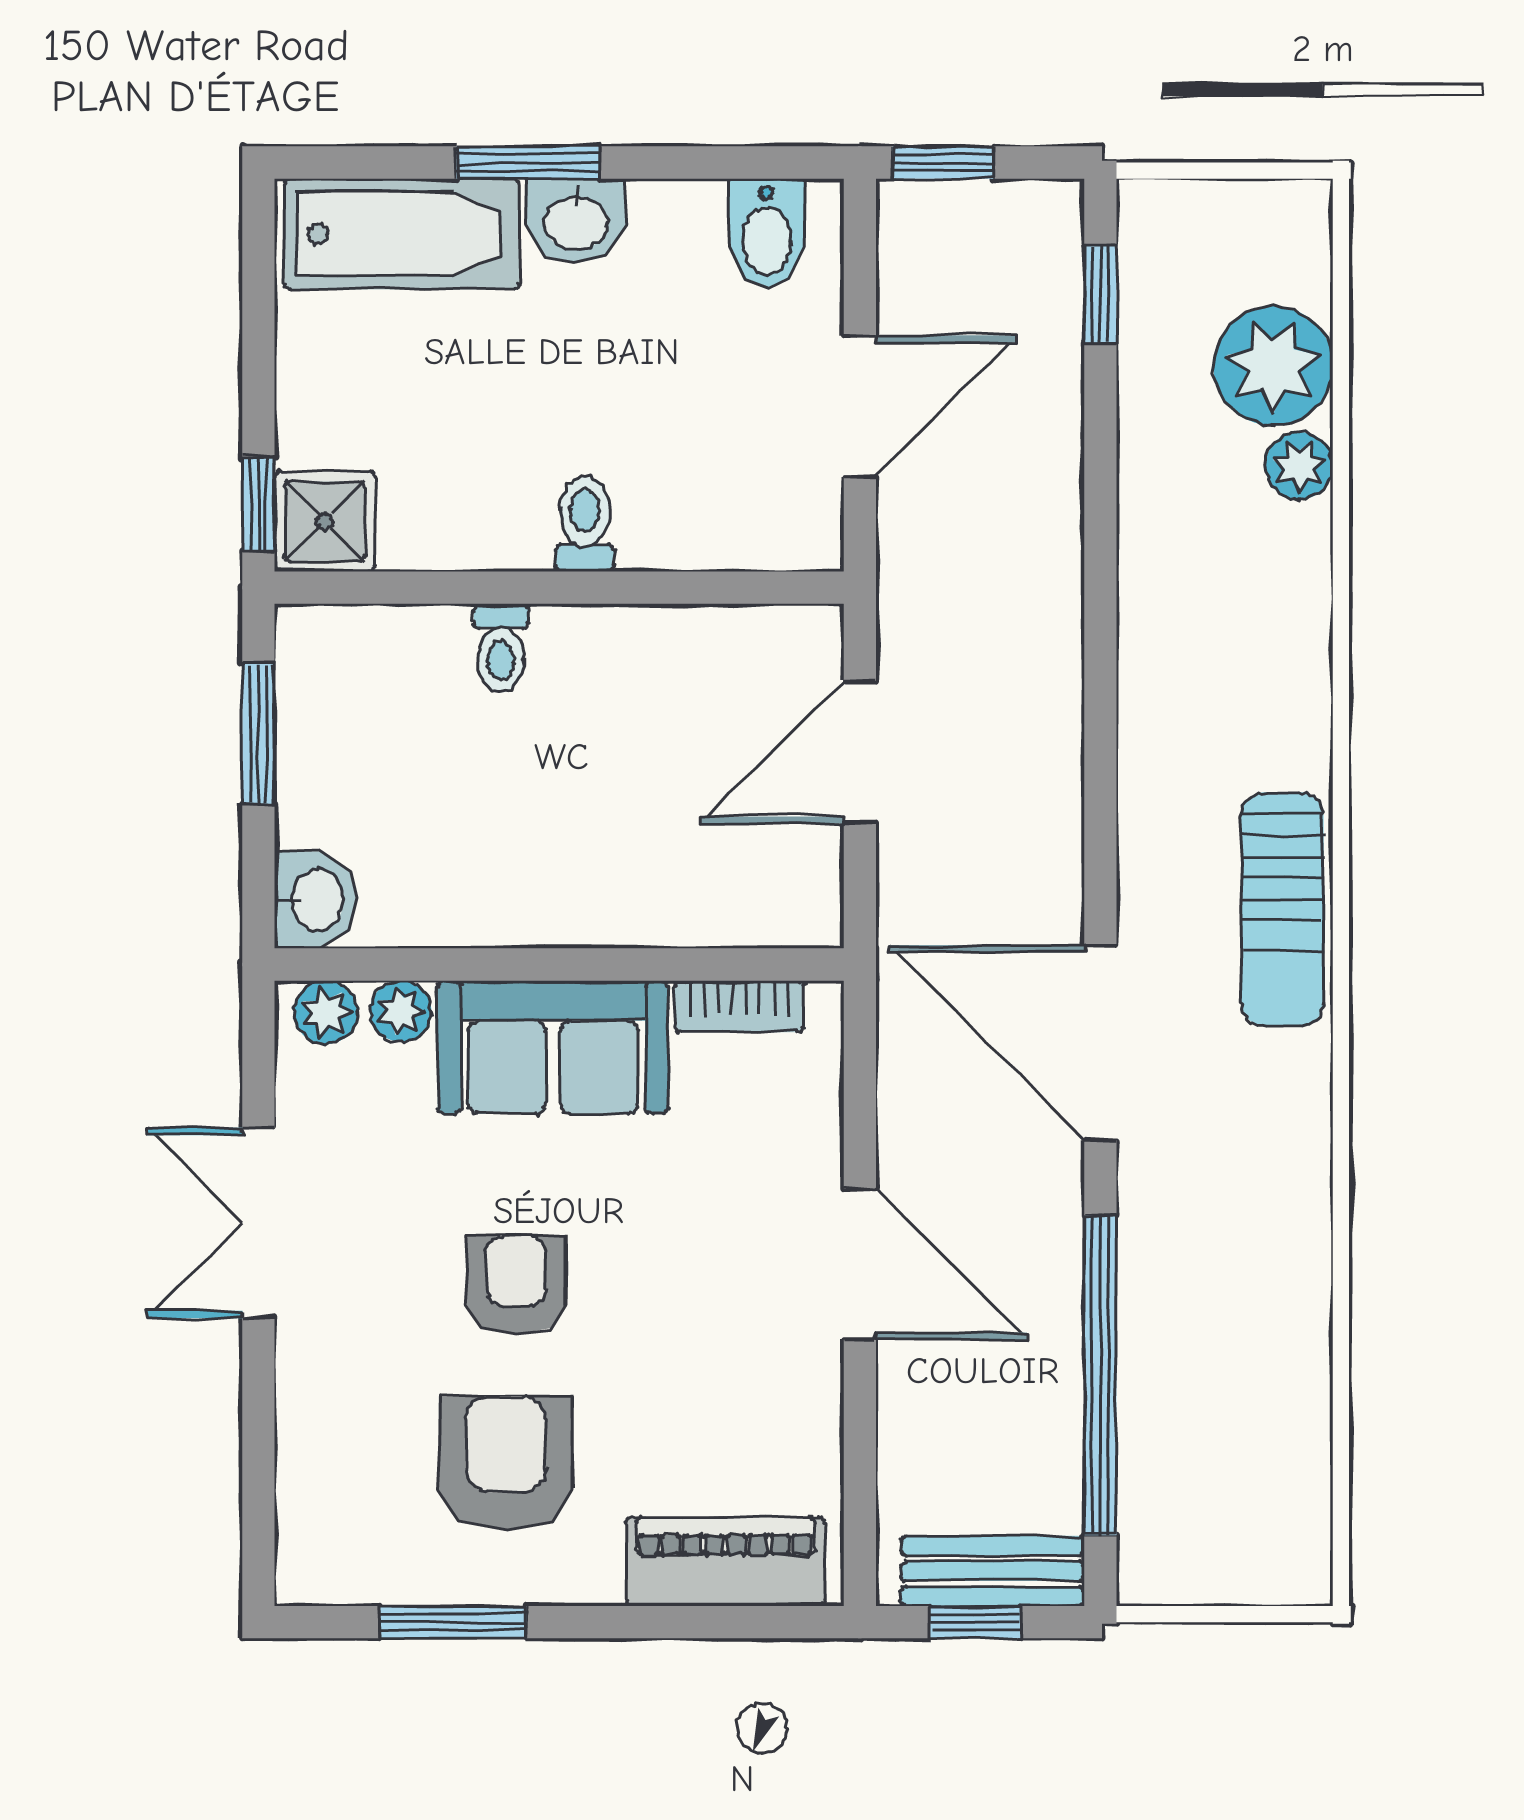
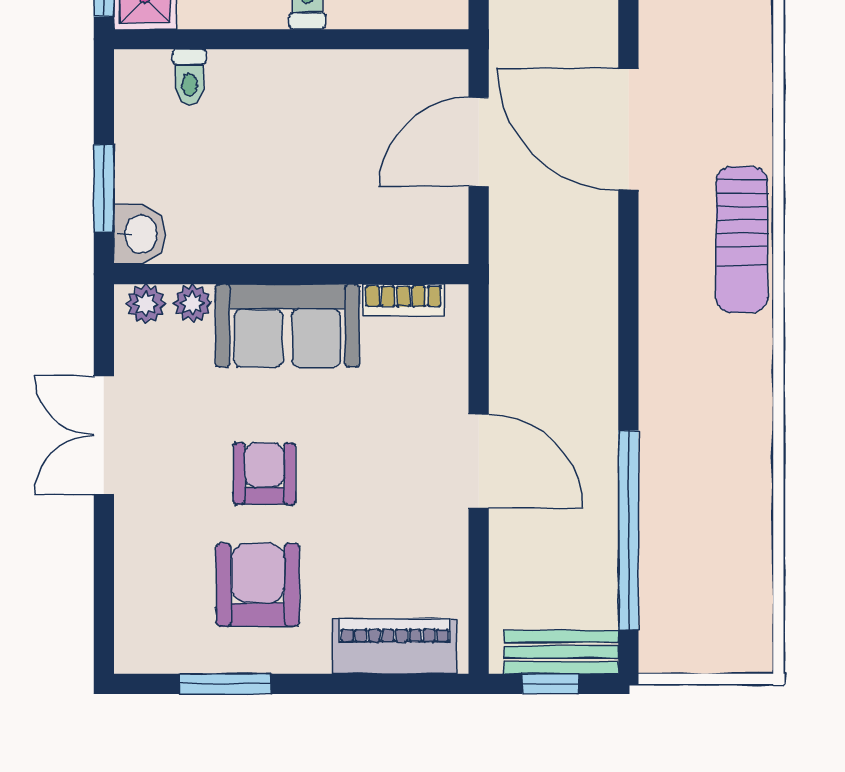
toilet: (501, 648) -> (189, 77), moved
window: (258, 734) -> (104, 188), moved
door: (1100, 1043) -> (628, 129), moved

